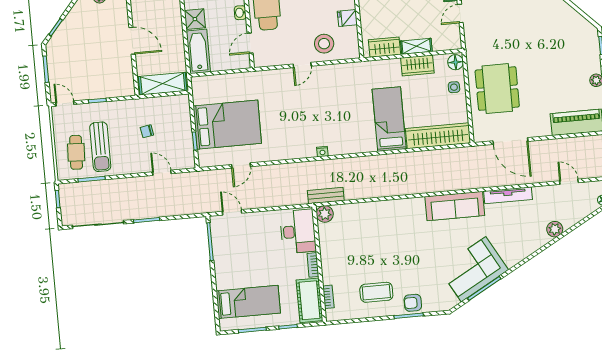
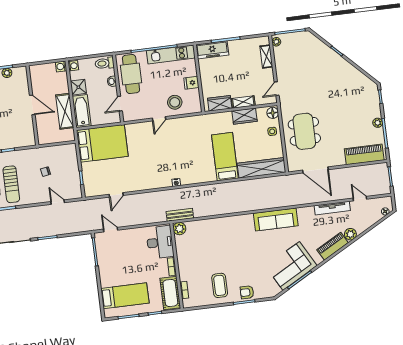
door: (460, 13) -> (277, 89), moved
shelving: (163, 84) -> (65, 111), moved, turned 90
bed: (227, 125) -> (102, 143), moved
tv unit: (508, 195) -> (332, 208), moved
piano: (530, 245) -> (333, 246), added
coffee table: (376, 292) -> (220, 285), turned 90

